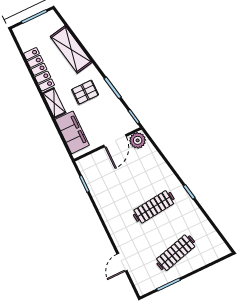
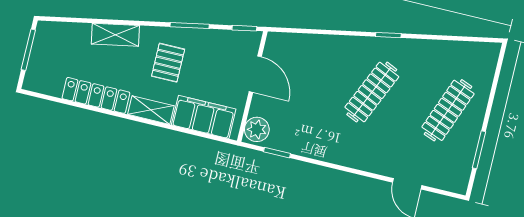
shelving: (71, 49) -> (115, 35), width x0.67, depth x0.75
plant: (138, 140) -> (257, 129), moved
clothes rail: (154, 207) -> (372, 92), turned 30
clothes rail: (176, 253) -> (448, 110), turned 36

